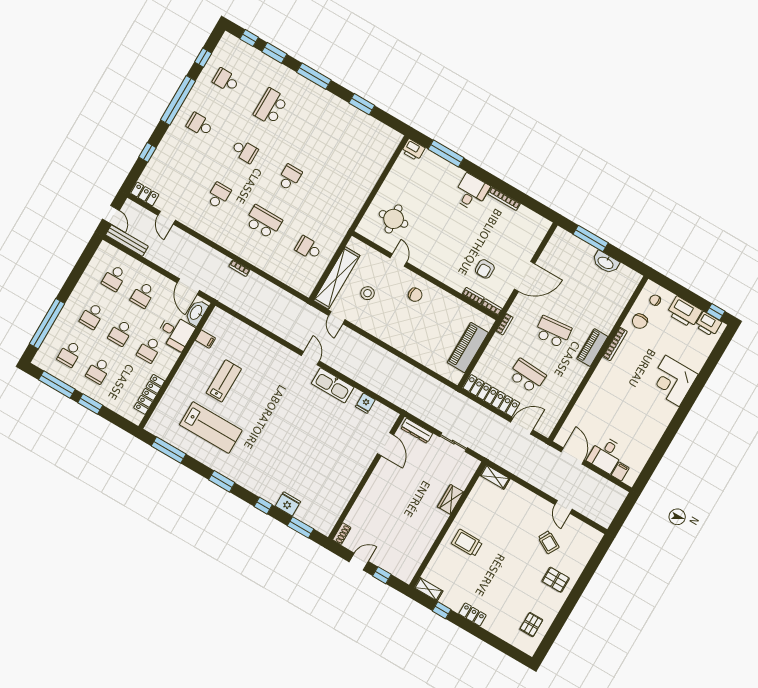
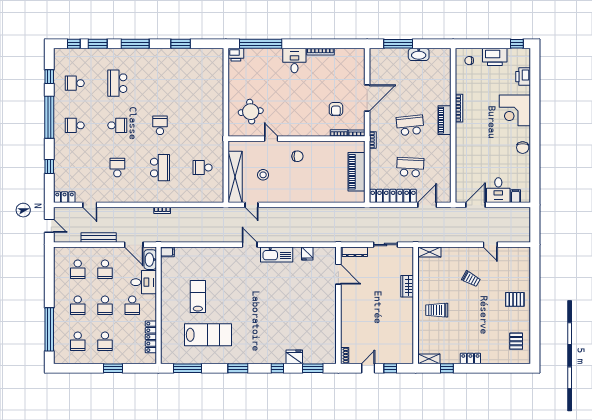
window: (446, 154) -> (261, 44), width x1.46
school desk: (263, 222) -> (160, 168), turned 90
bench: (127, 241) -> (99, 237), moved
chair: (640, 321) -> (523, 148), moved
printer: (708, 324) -> (523, 77), moved, turned 90
filing cabinet: (205, 339) -> (167, 252), moved
window: (57, 384) -> (81, 368), removed
door: (573, 456) -> (476, 205), hinge flipped
trolley: (549, 542) -> (471, 279), moved

